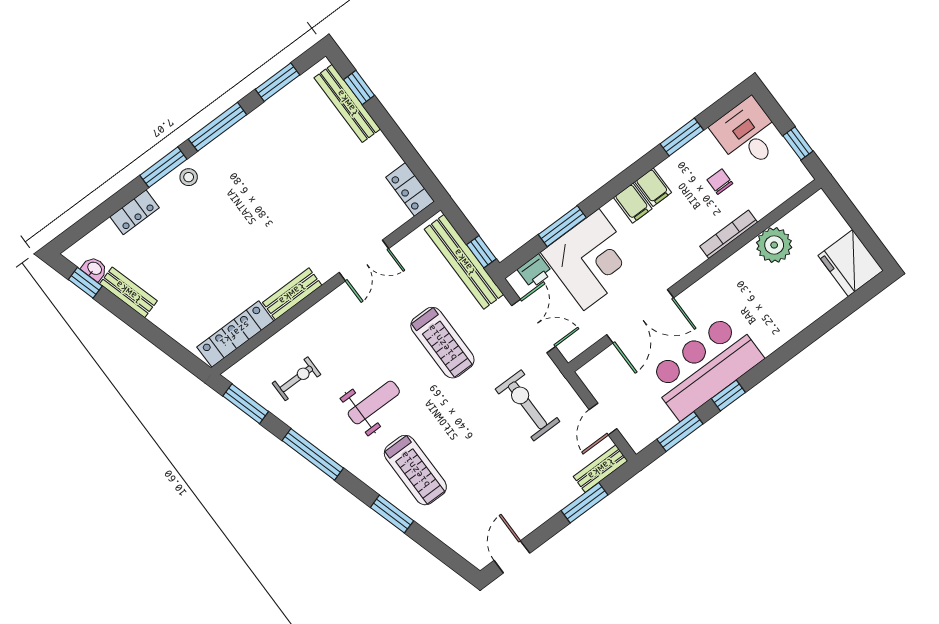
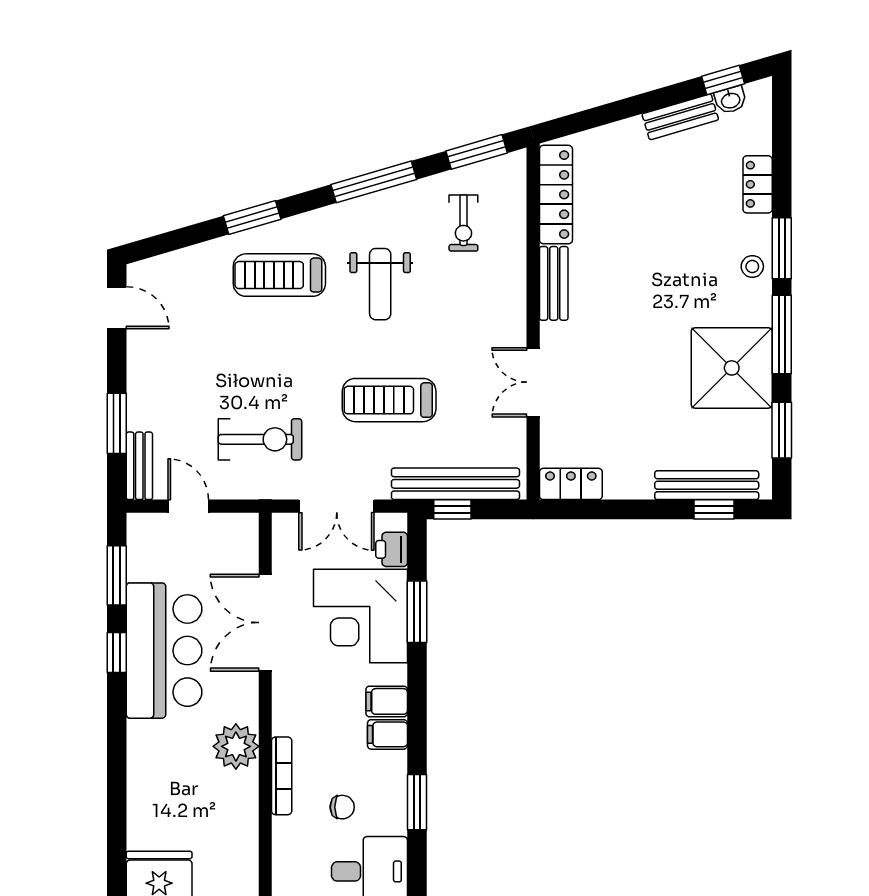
shower: (262, 143) -> (732, 368), added
plant: (774, 245) -> (236, 746), moved

